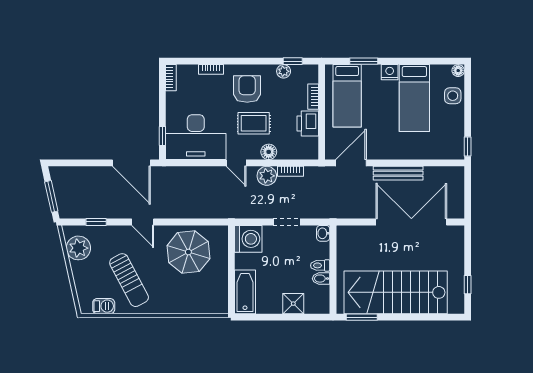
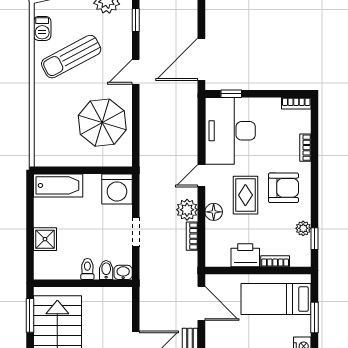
bidet: (321, 279) -> (106, 270), moved

